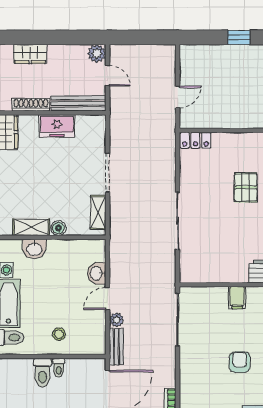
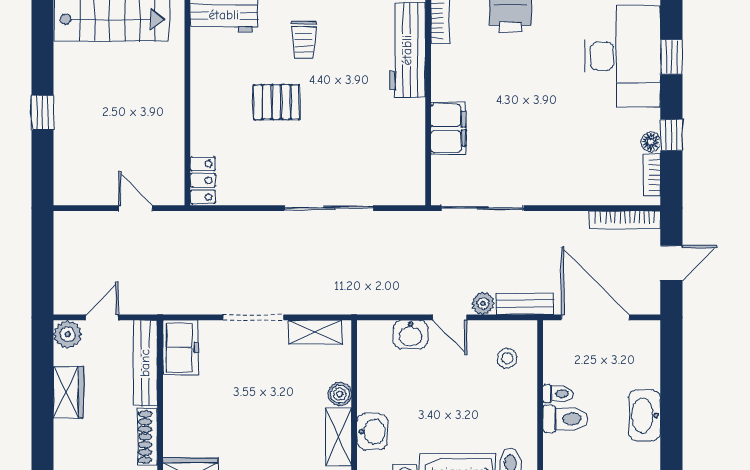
wardrobe: (30, 54) -> (68, 392), moved
freezer: (57, 126) -> (181, 348), moved
filing cabinet: (237, 298) -> (448, 128), width x2.00
stool: (59, 334) -> (507, 358), moved
armchair: (240, 362) -> (549, 111), removed

